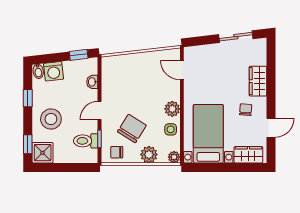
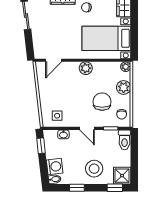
chair: (132, 129) -> (102, 102), turned 58
side table: (171, 129) -> (57, 116), moved
toilet: (86, 141) -> (125, 140), moved

